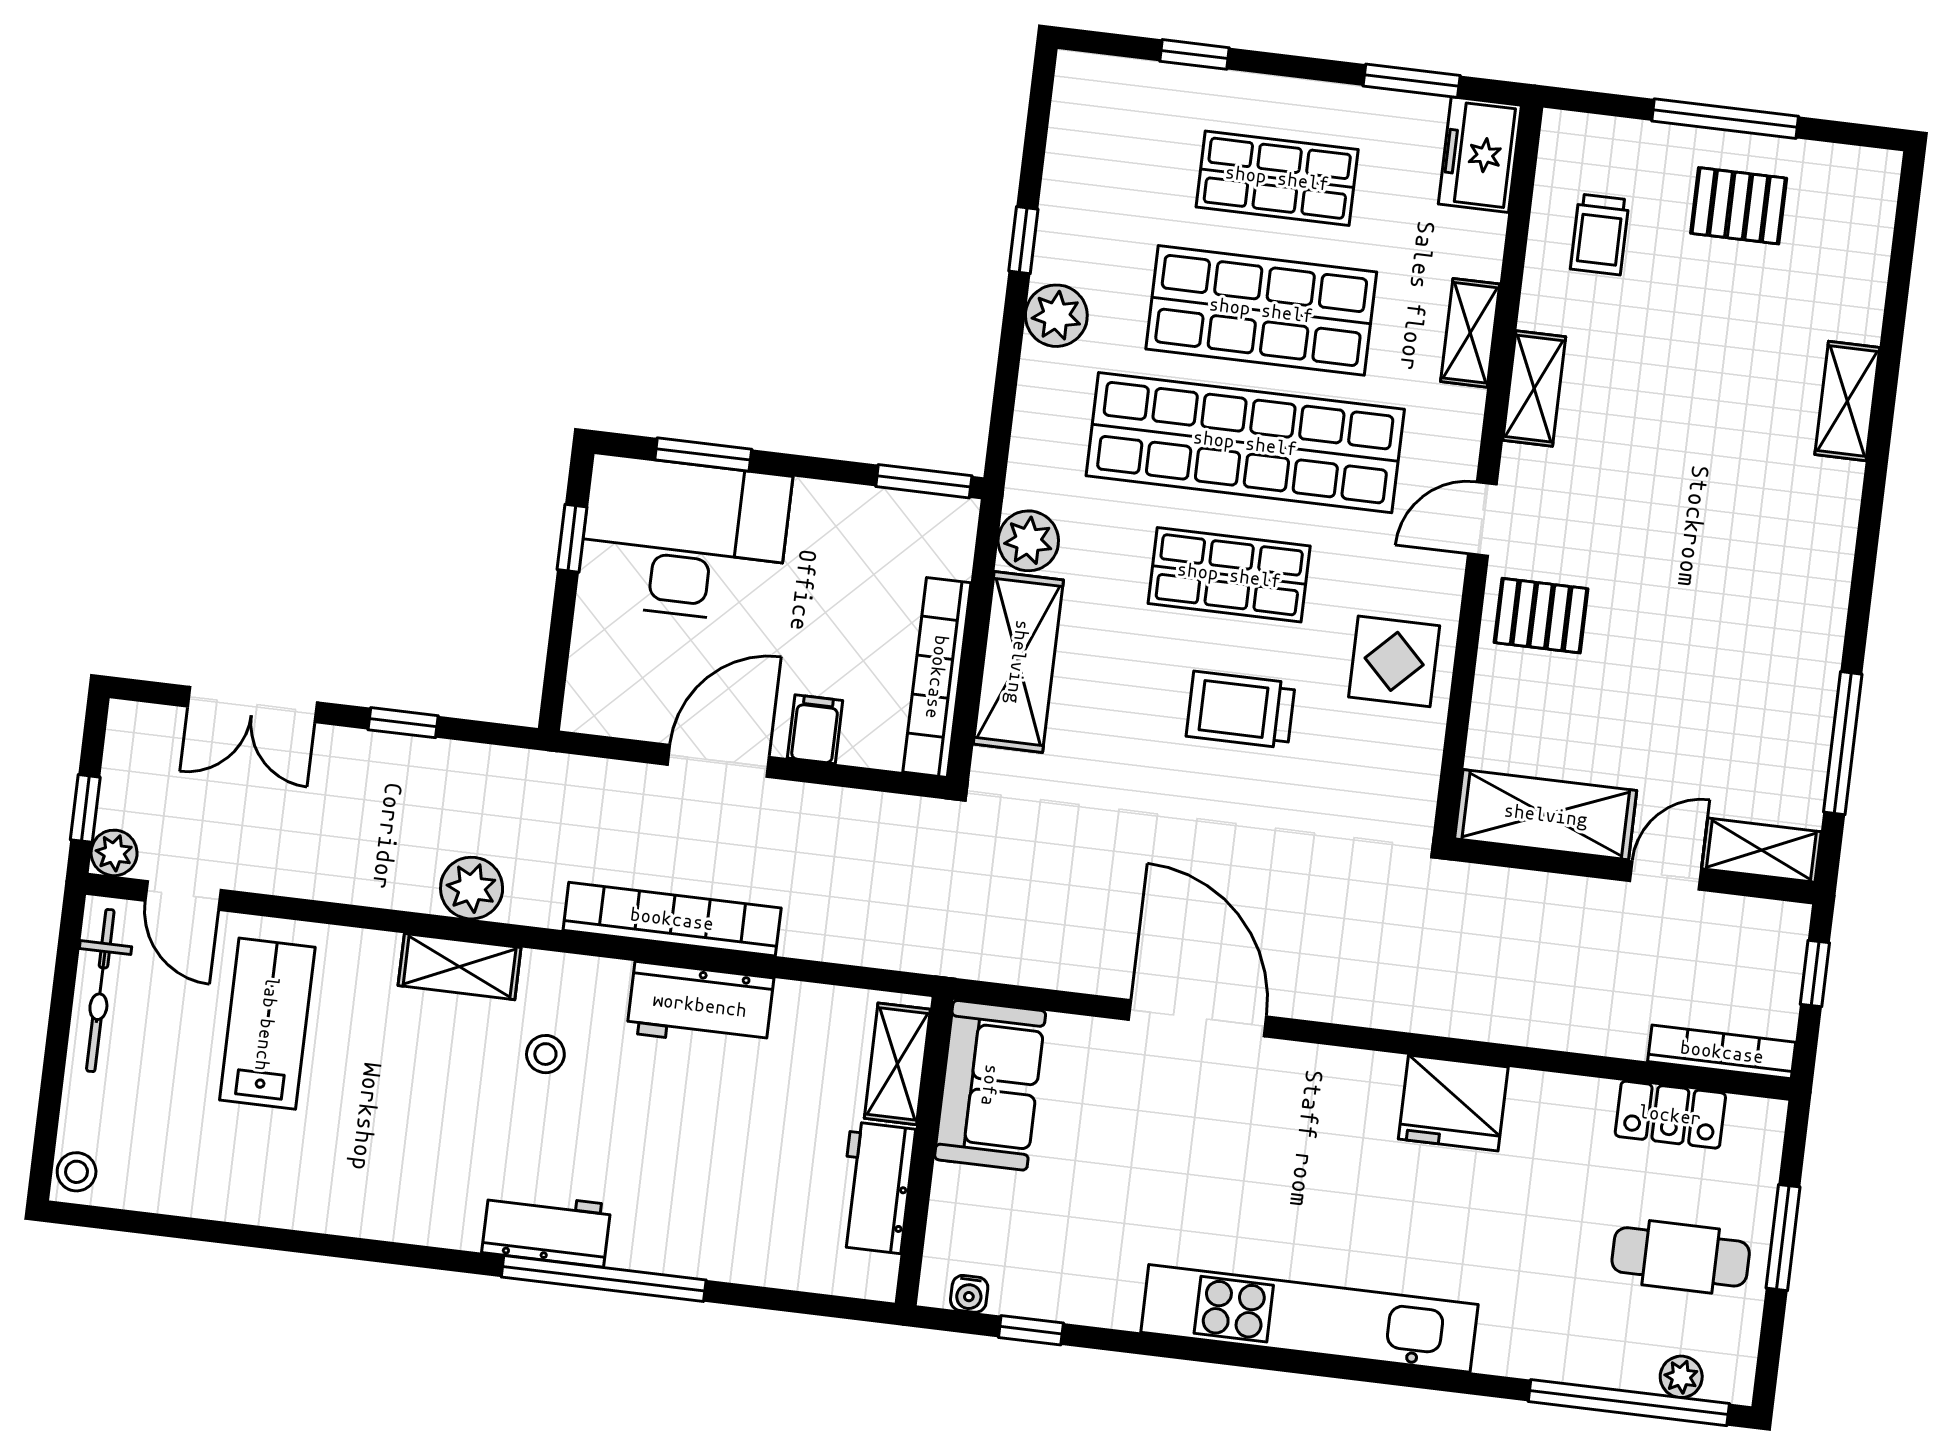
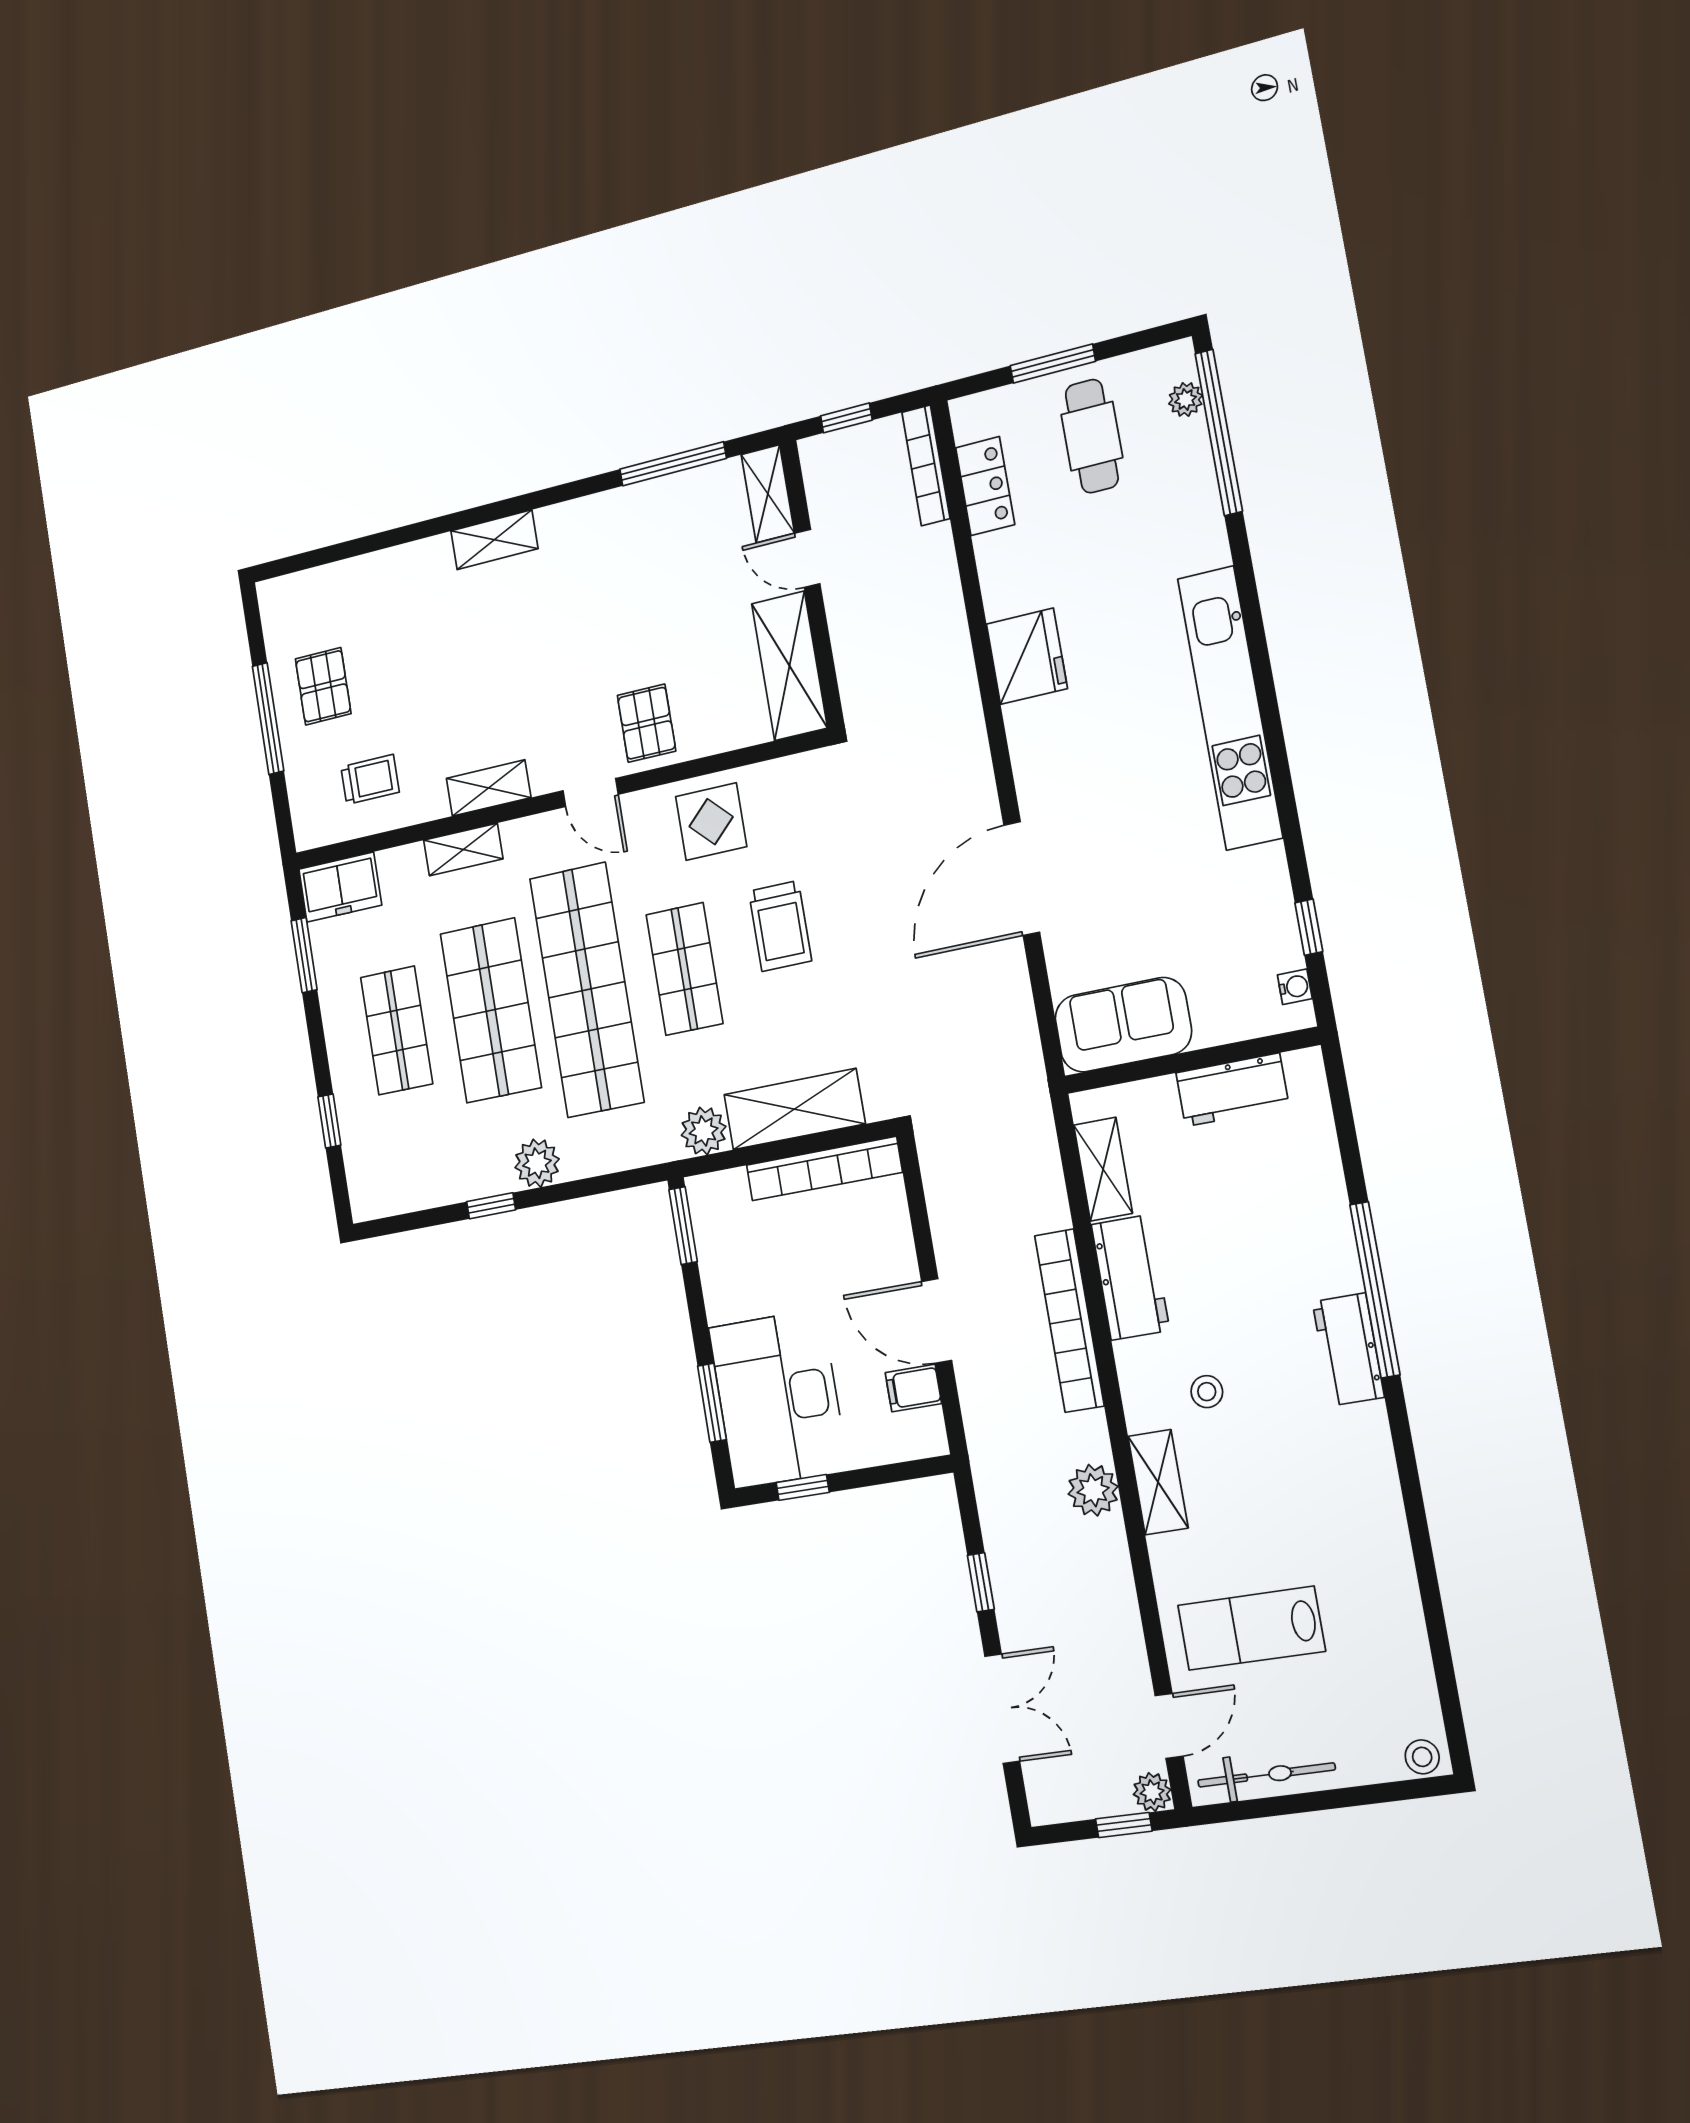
shelving: (1847, 401) -> (494, 540), moved
filing cabinet: (815, 729) -> (913, 1388), moved
shelving: (897, 1064) -> (1103, 1169), moved, turned 90

